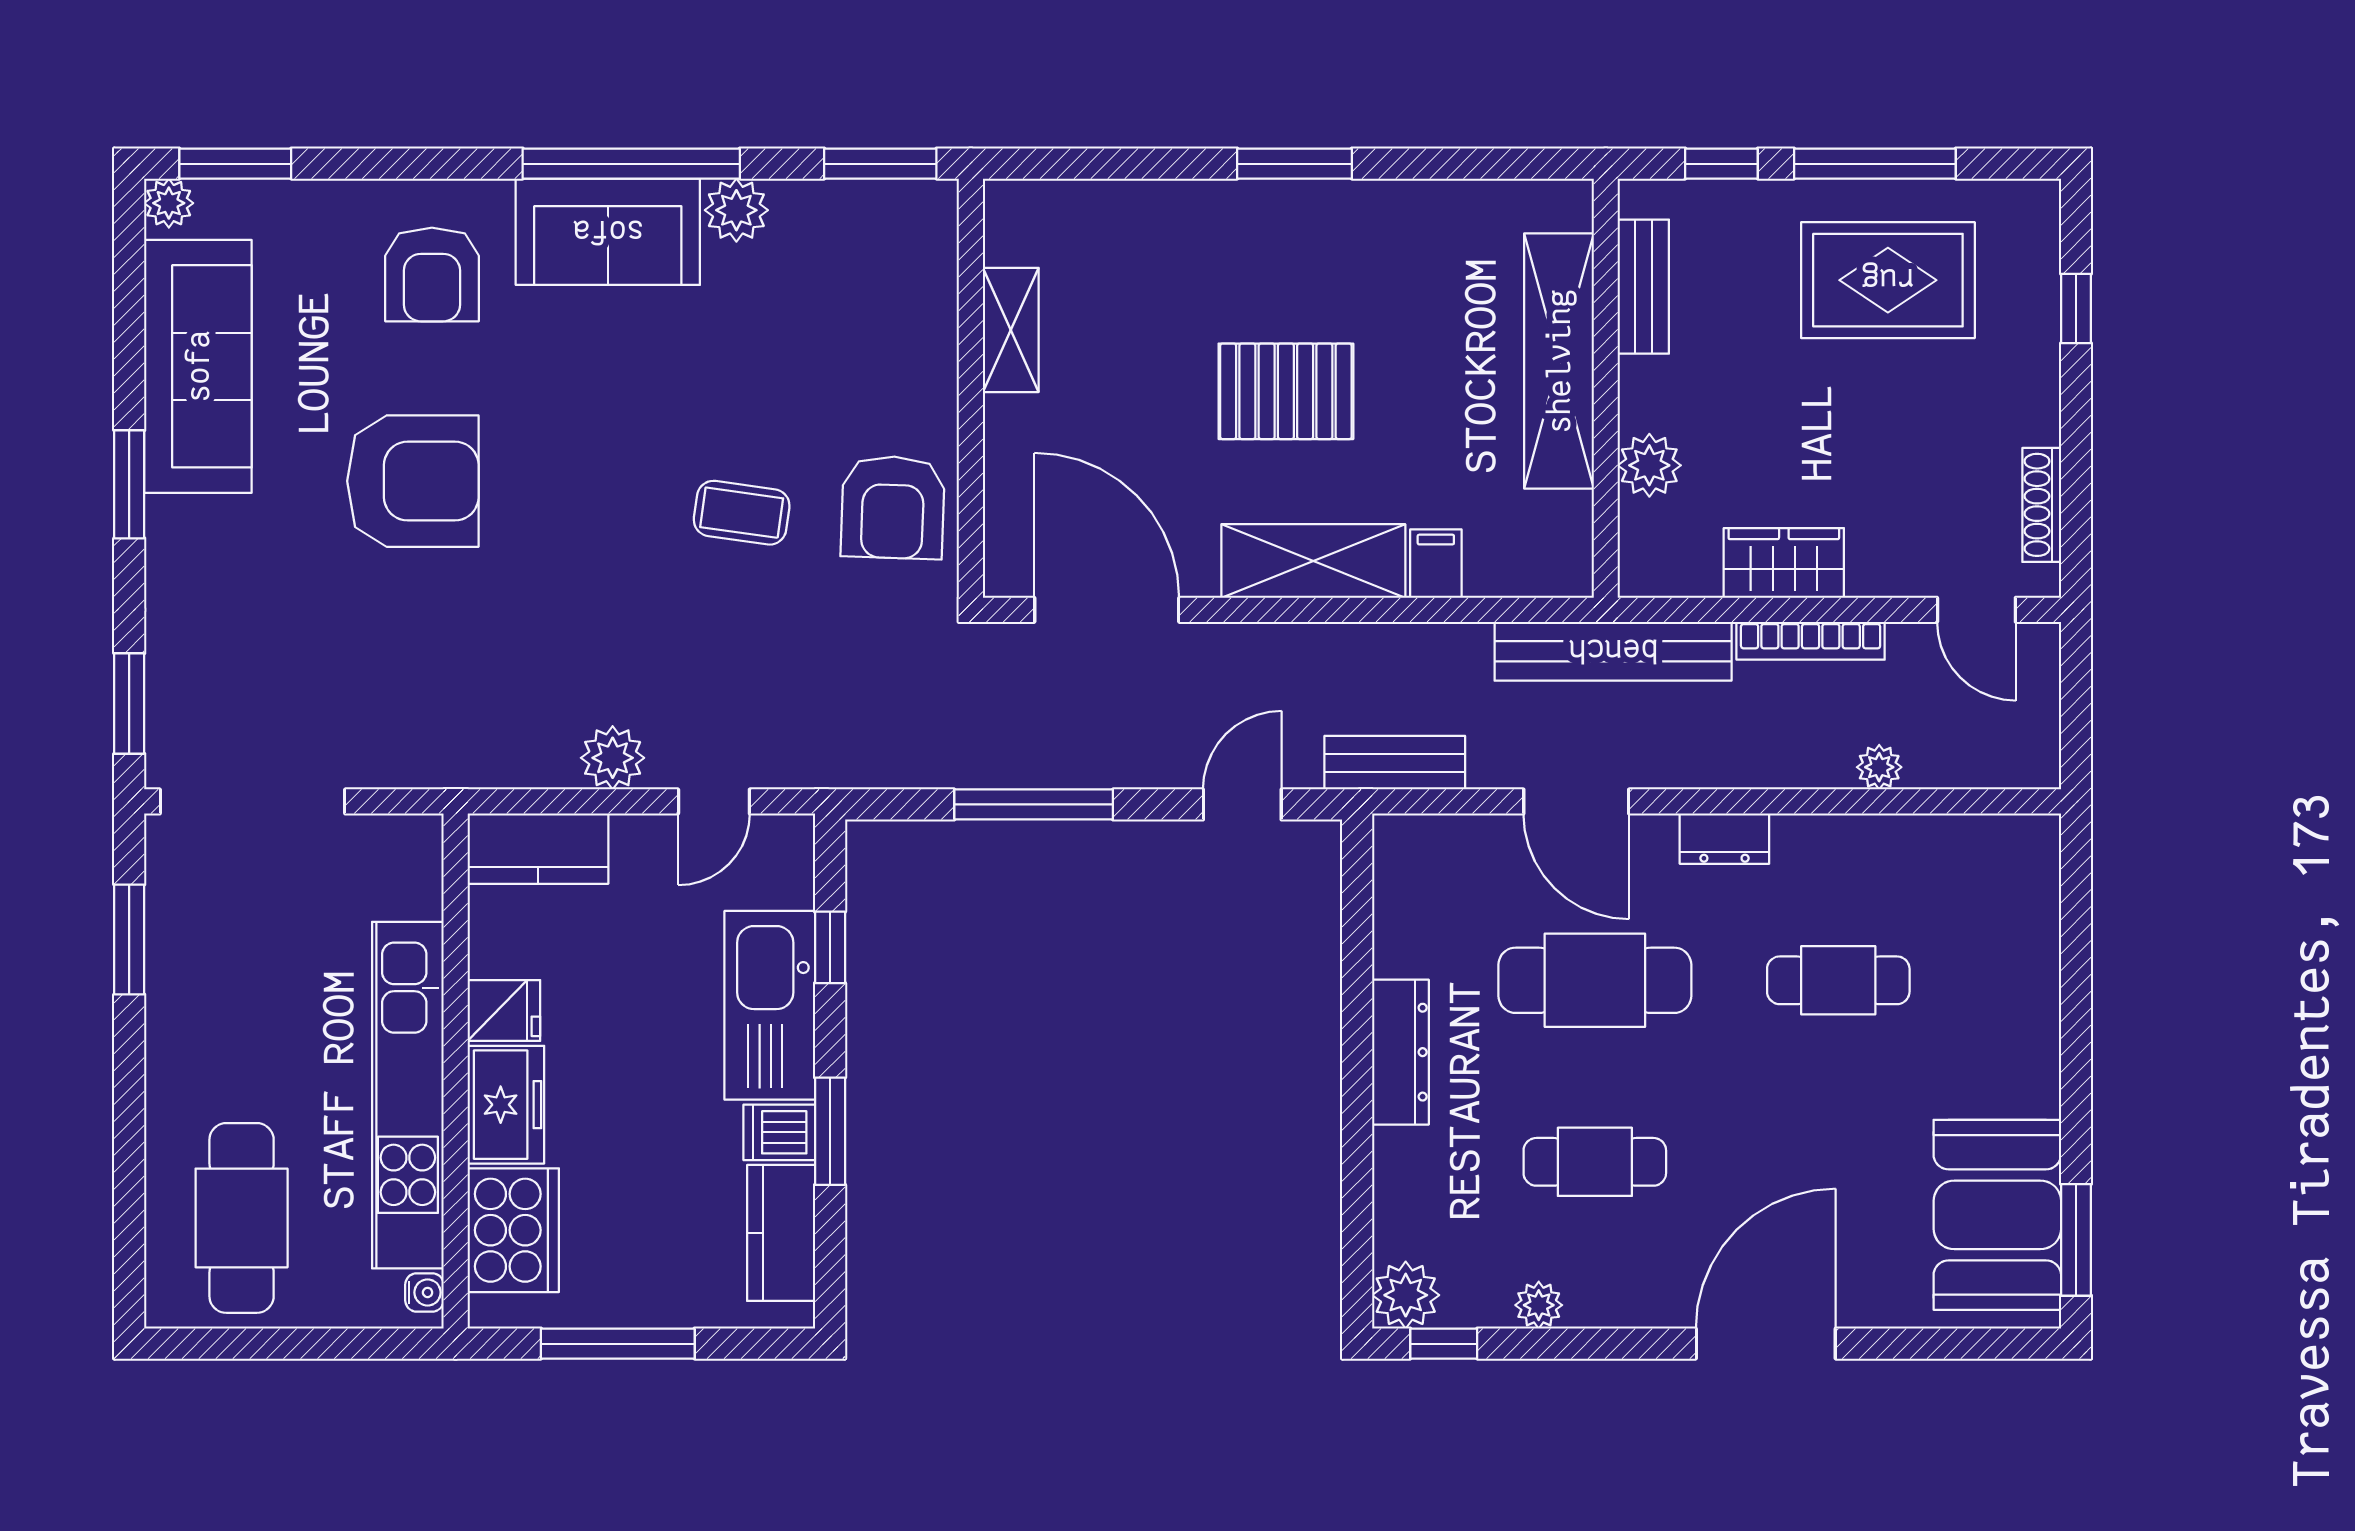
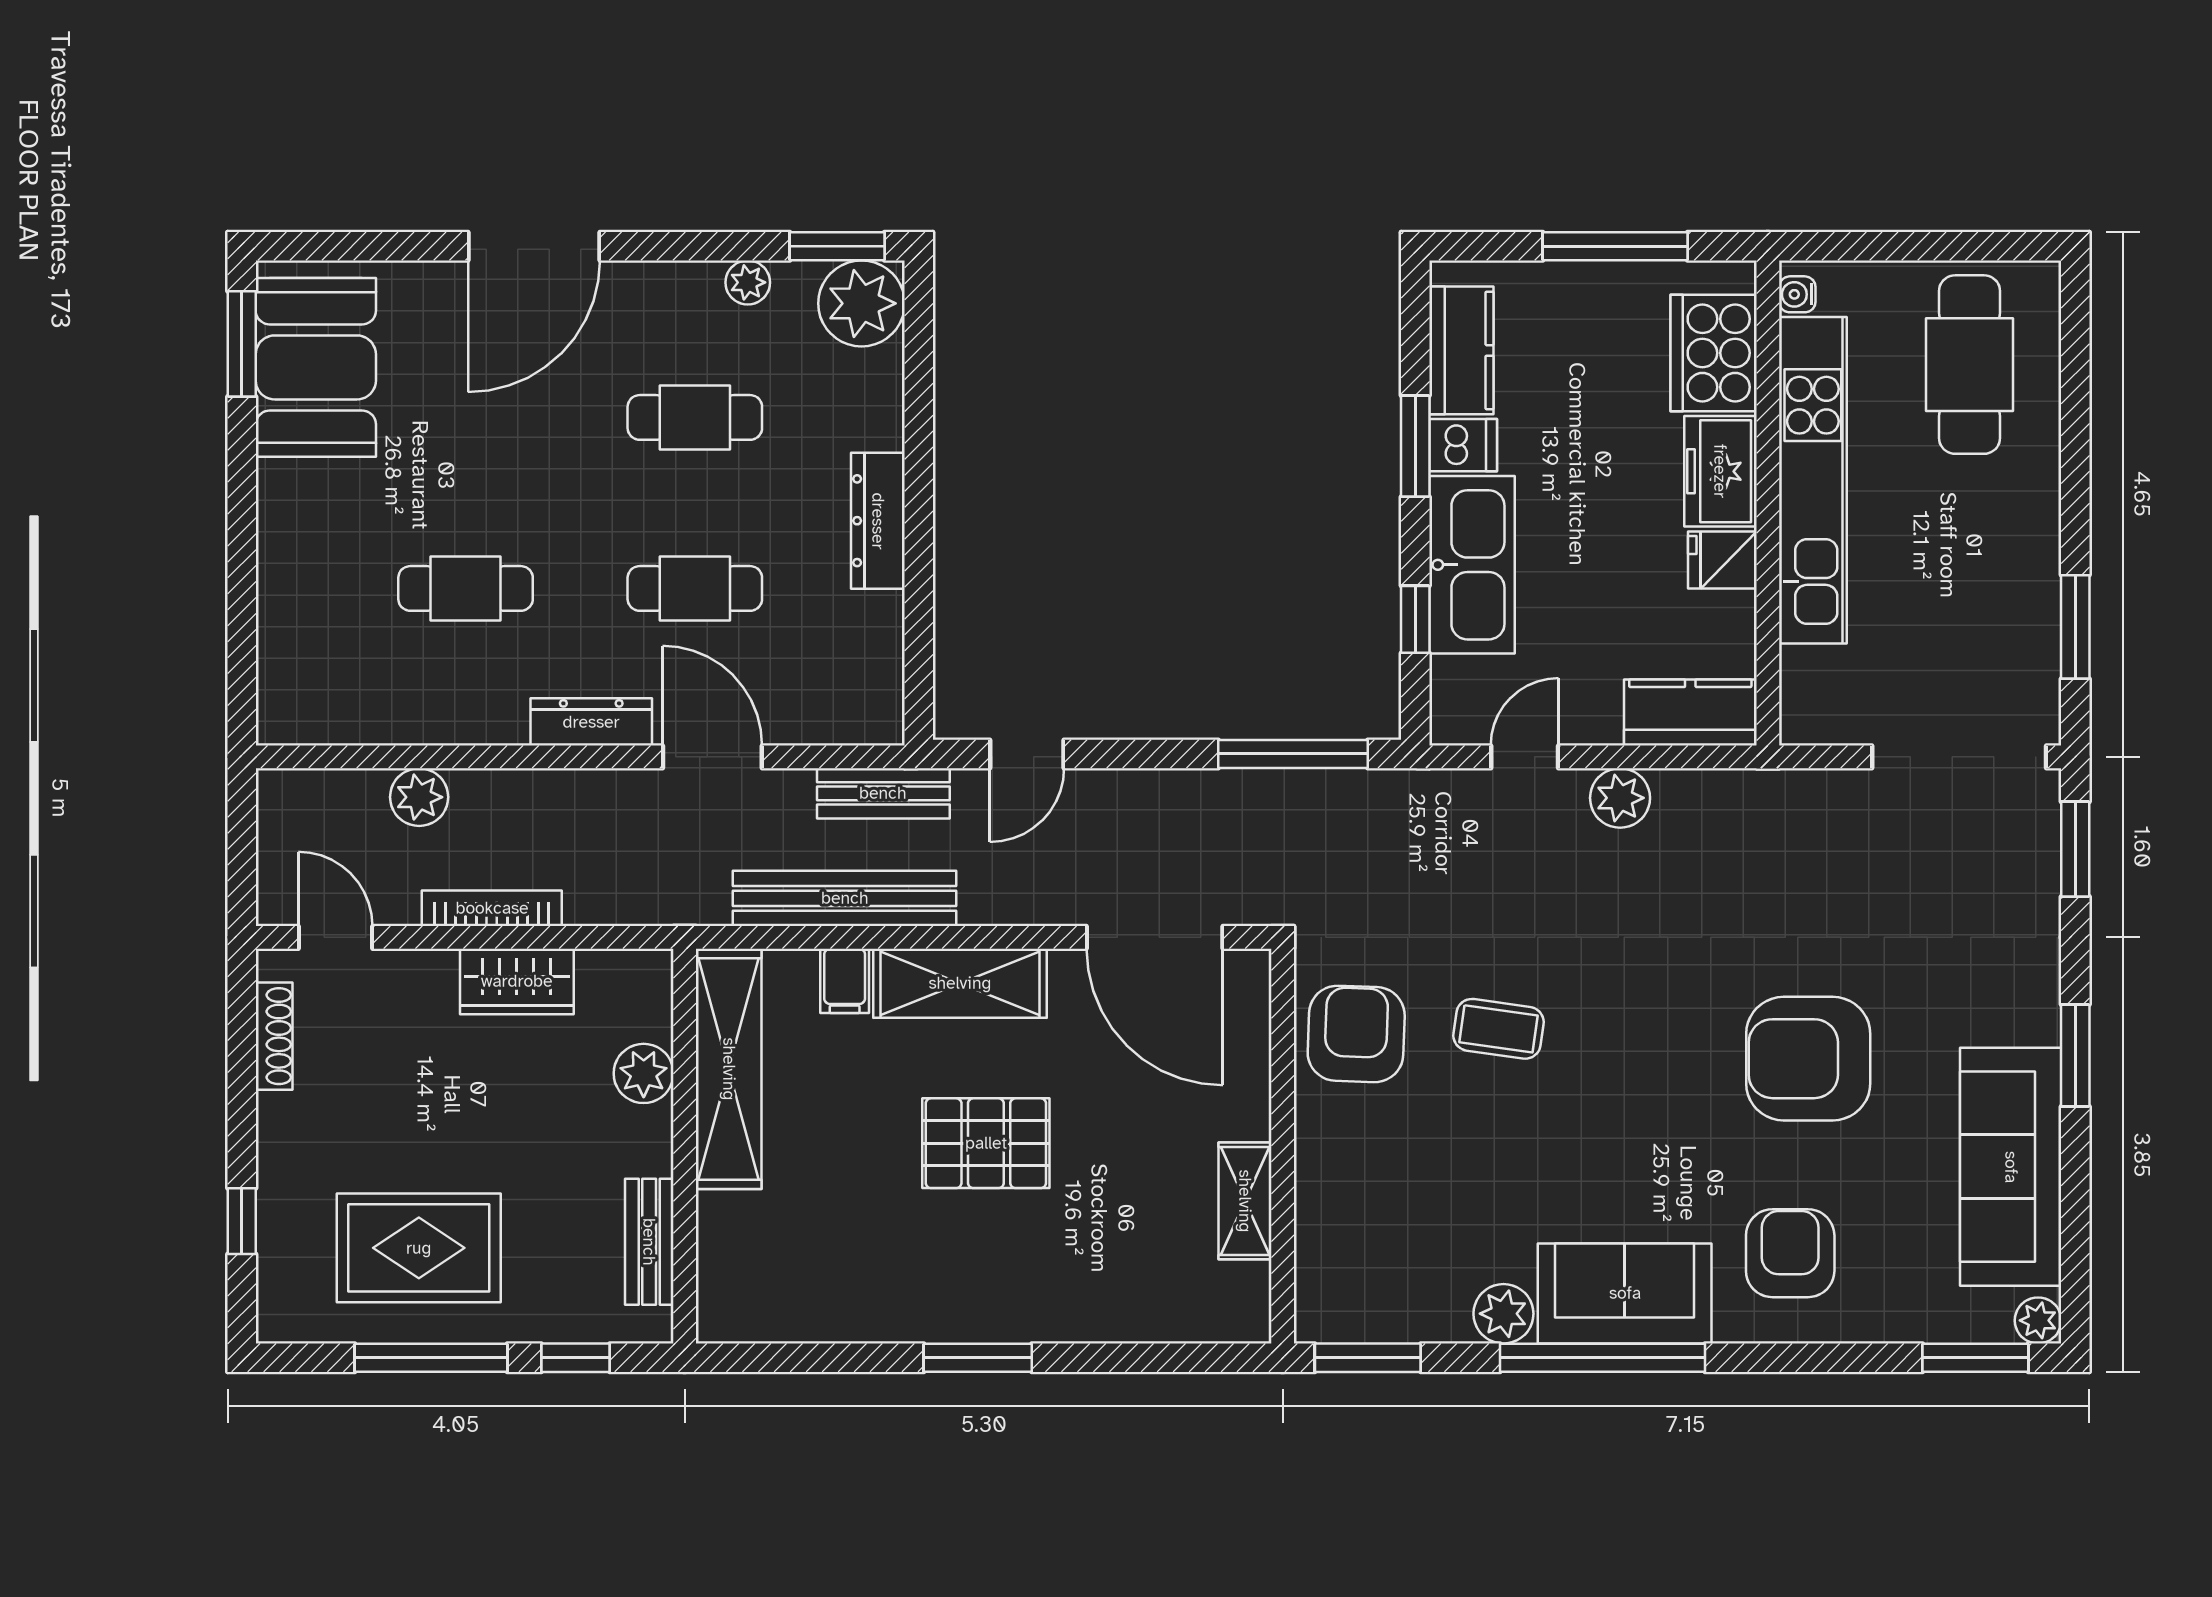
shelving: (1559, 361) -> (729, 1069), moved
bench: (1613, 651) -> (845, 898), moved
plant: (1879, 767) -> (419, 797), width x1.38, depth x1.38
window: (1034, 804) -> (1293, 754), moved
dresser: (1724, 839) -> (591, 722), width x1.44
cafe table: (1595, 980) -> (695, 588), width x0.73, depth x0.74
plant: (1406, 1295) -> (861, 303), width x1.36, depth x1.36
window: (1444, 1344) -> (837, 246), width x1.50

